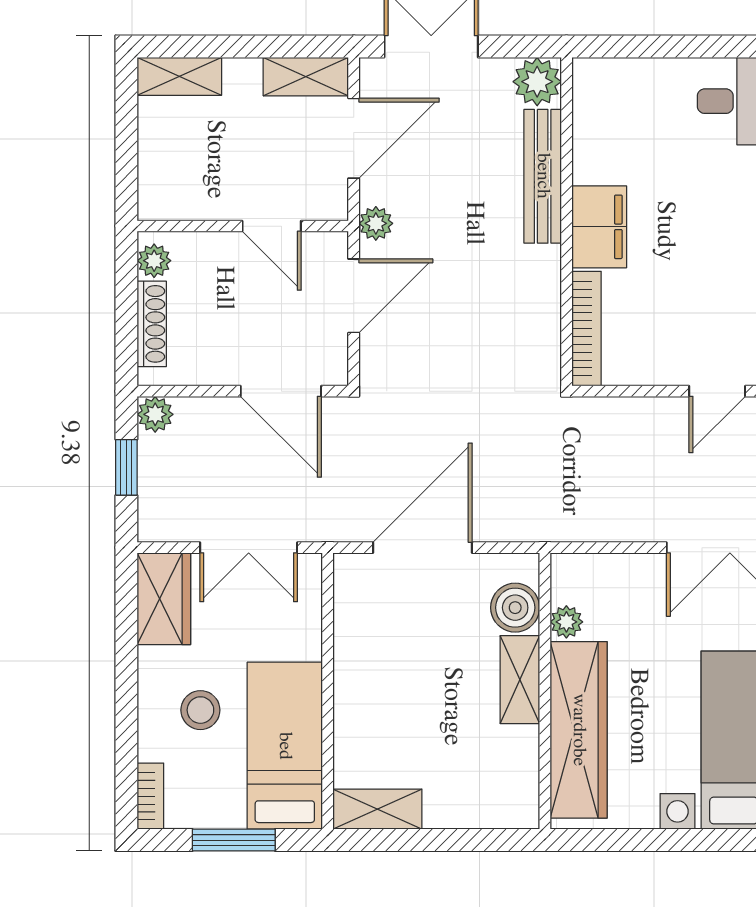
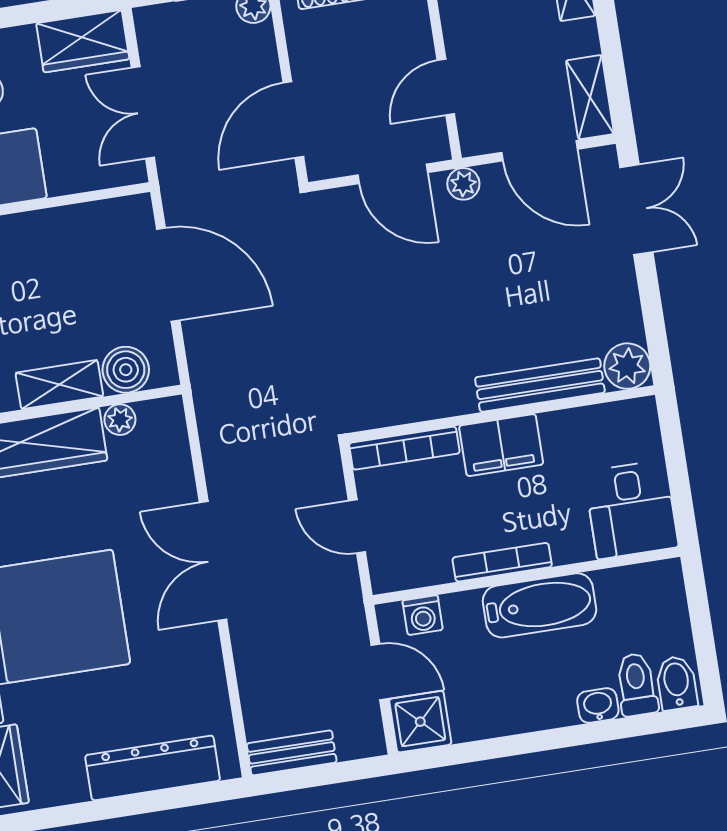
plant: (537, 82) -> (627, 366), moved
bench: (543, 176) -> (540, 385), moved
wall: (567, 222) -> (501, 414), moved
filing cabinet: (599, 227) -> (501, 445), moved
bookcase: (586, 329) -> (404, 448), moved

